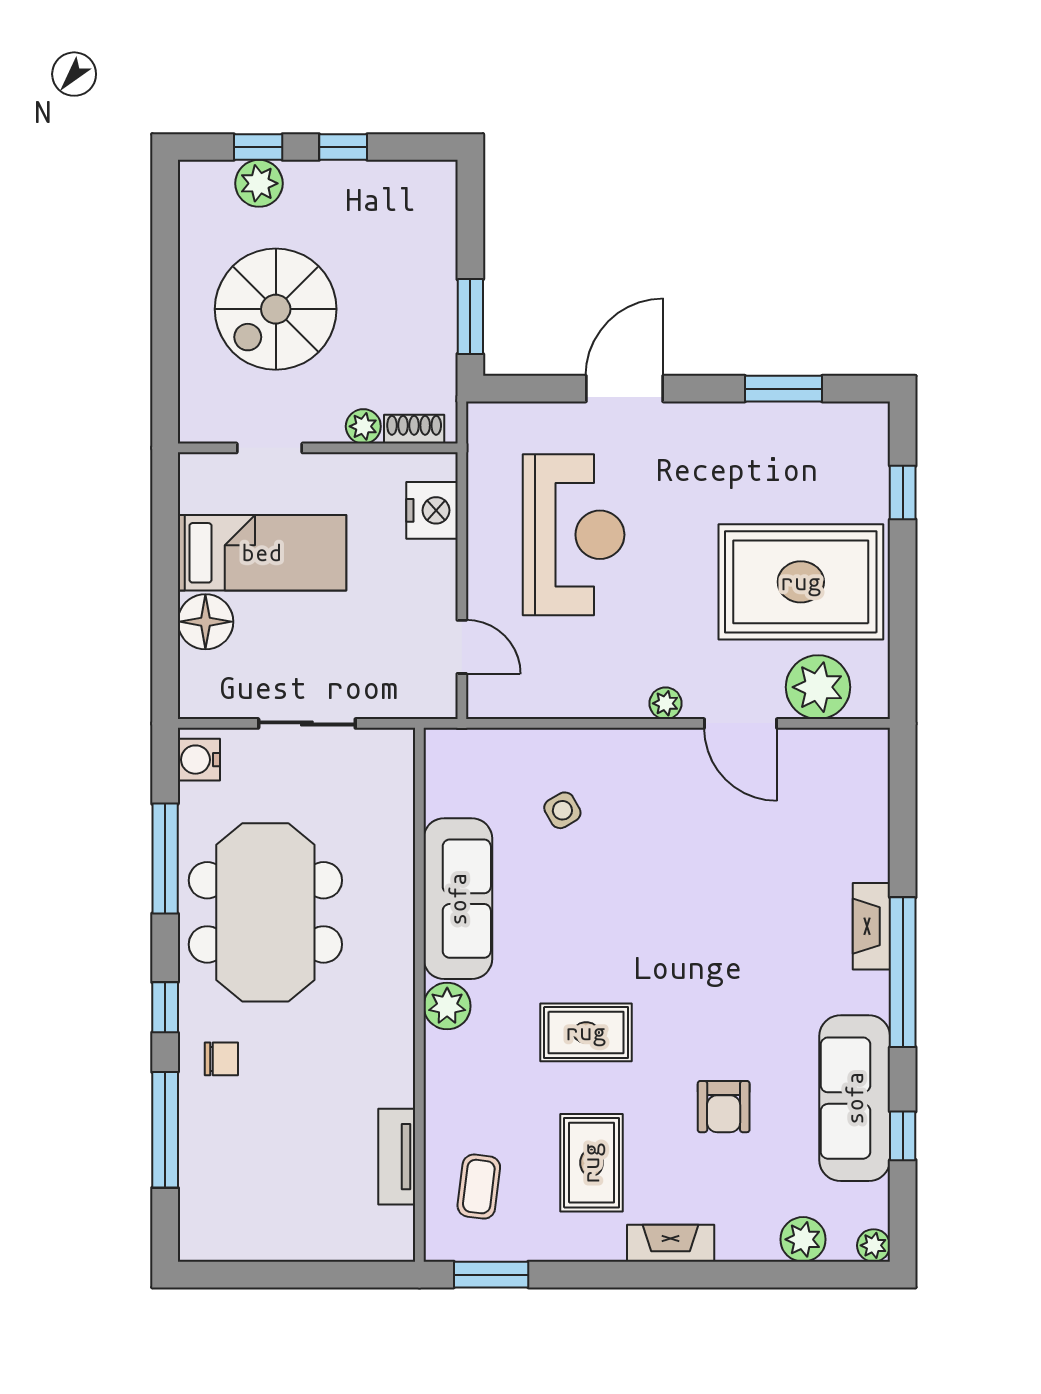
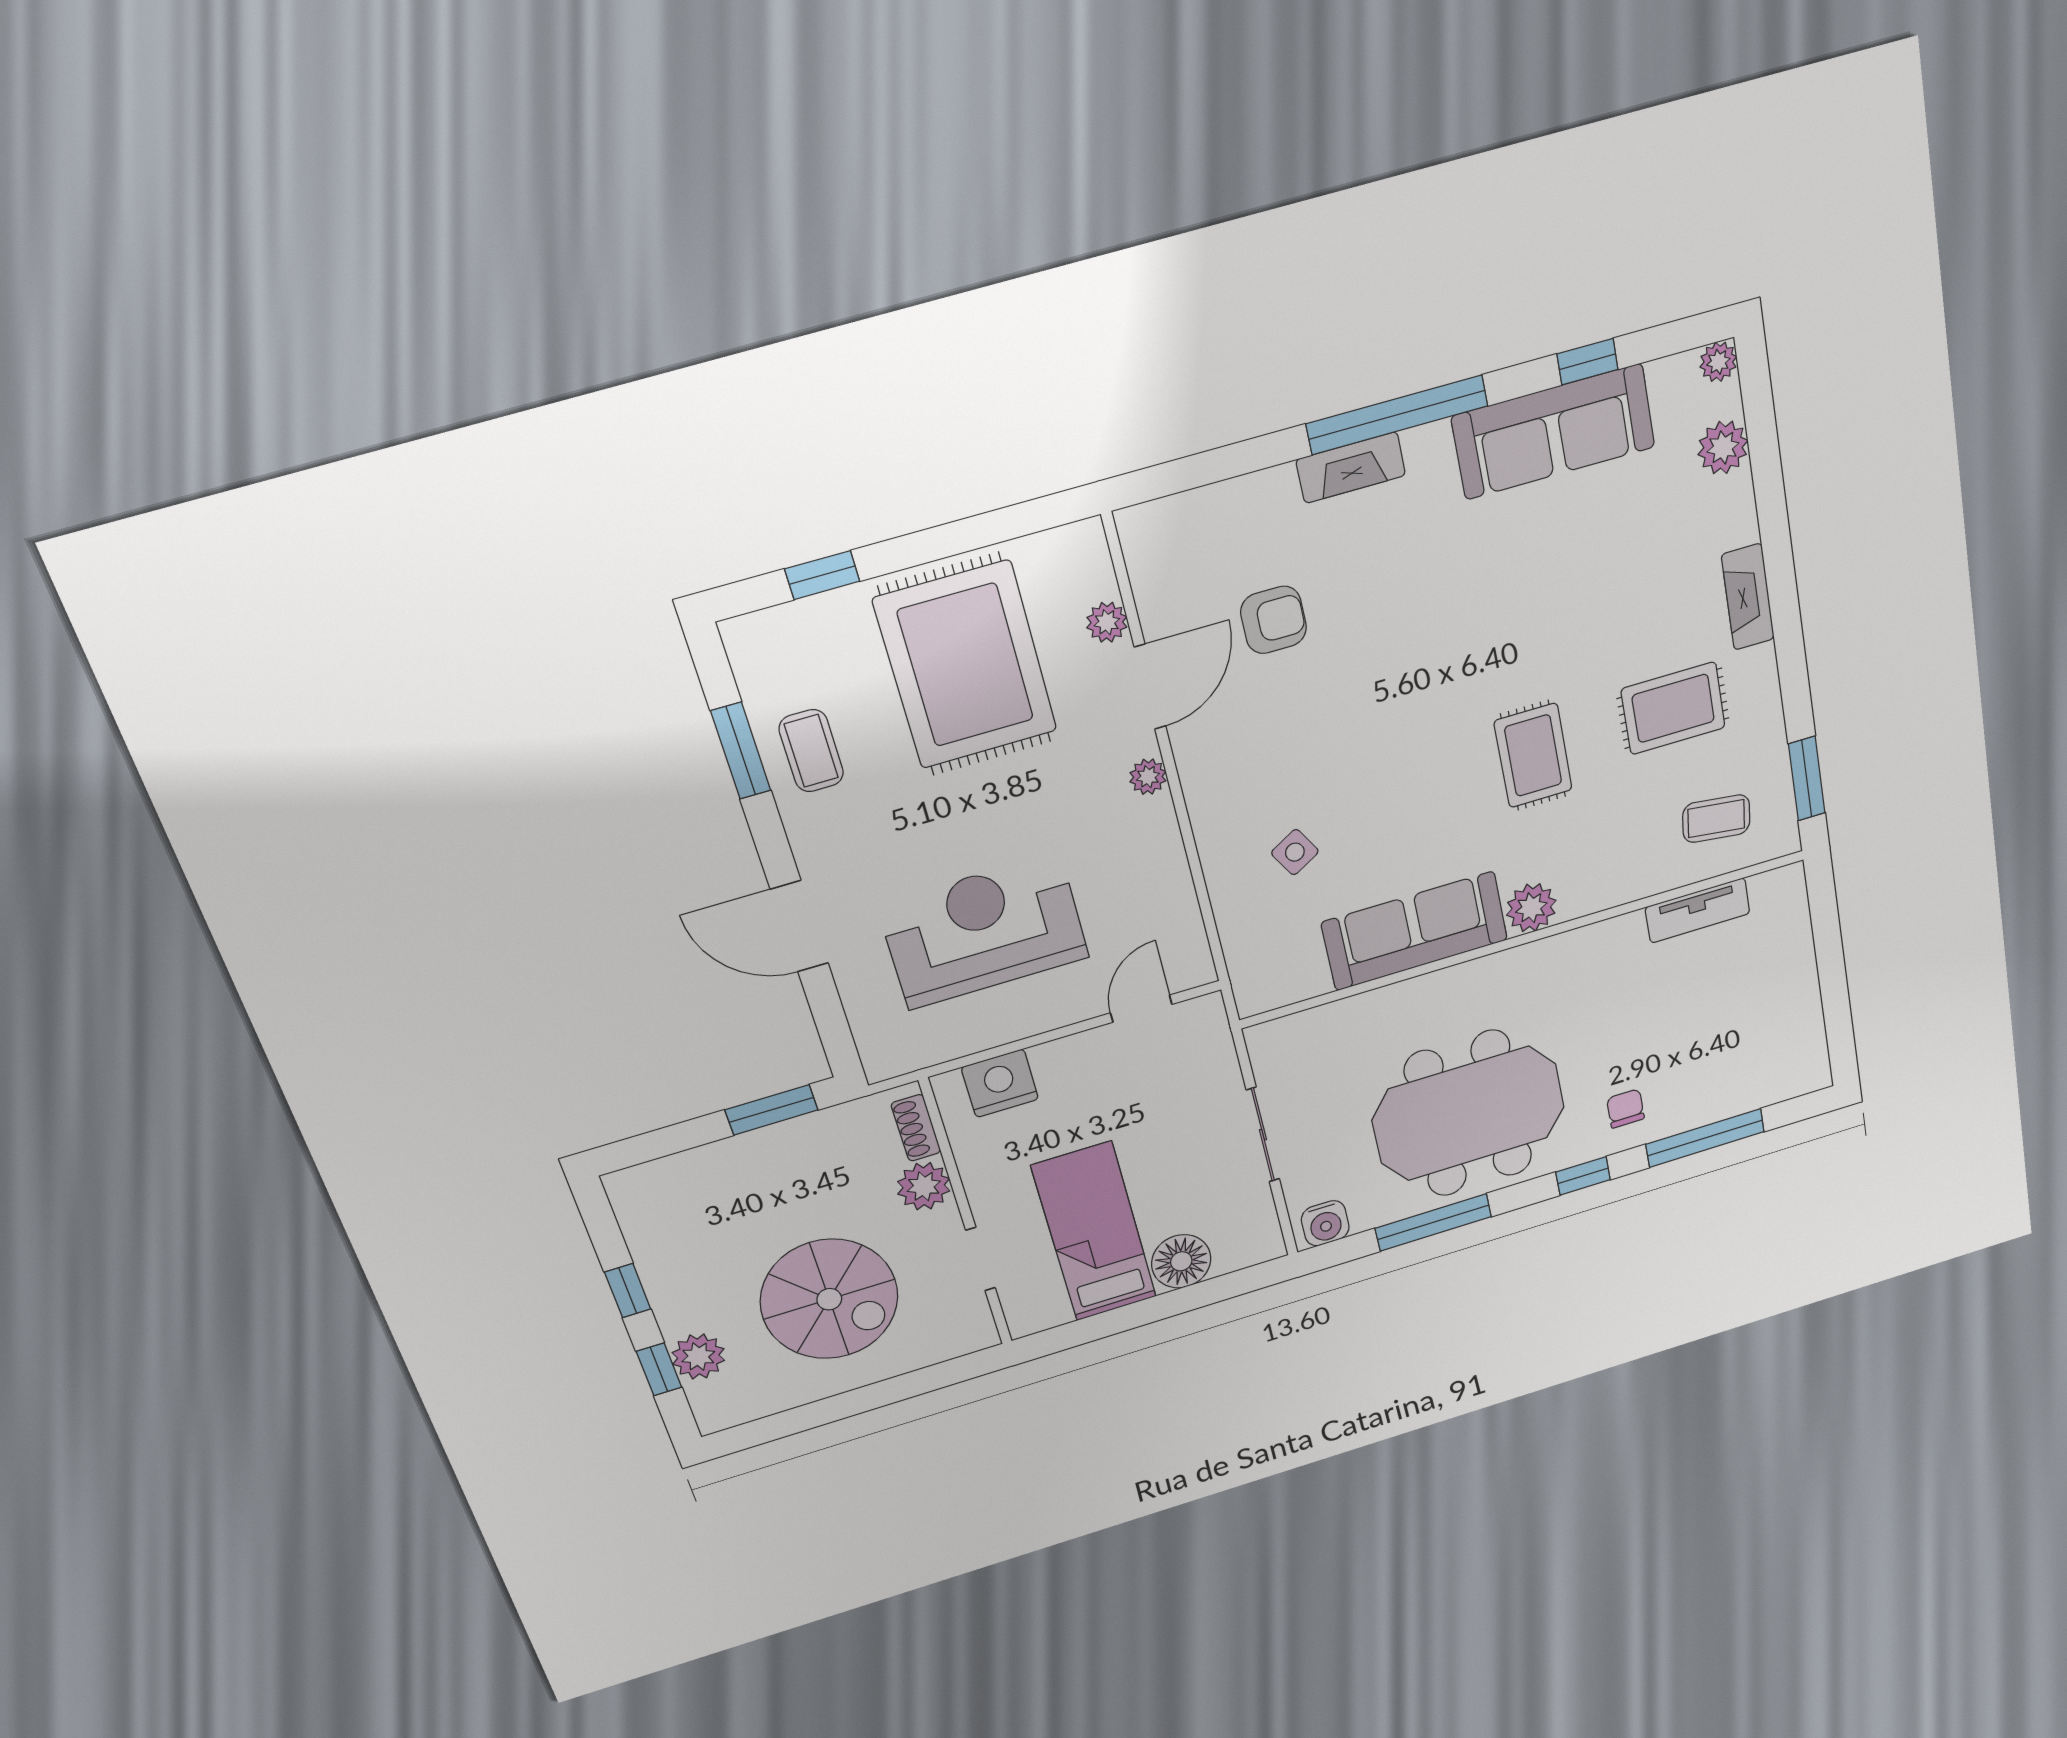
plant: (363, 426) -> (924, 1186), width x1.38, depth x1.38
coffee table: (767, 442) -> (811, 751), added
plant: (818, 687) -> (1107, 622), width x0.53, depth x0.53
armchair: (724, 1107) -> (1274, 620), moved

